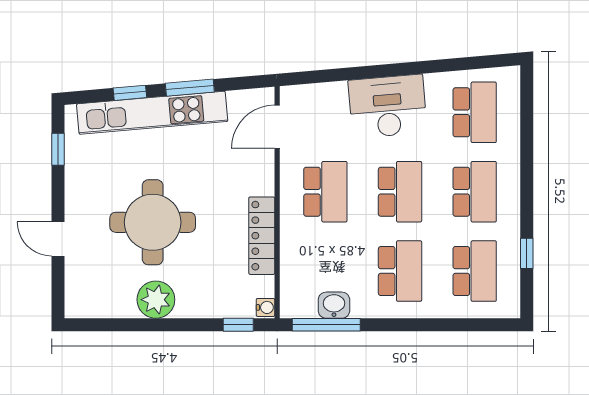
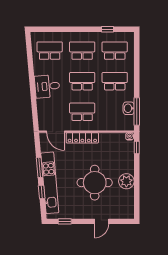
desk: (388, 106) -> (47, 86), width x0.73
locker: (262, 236) -> (82, 138), moved

